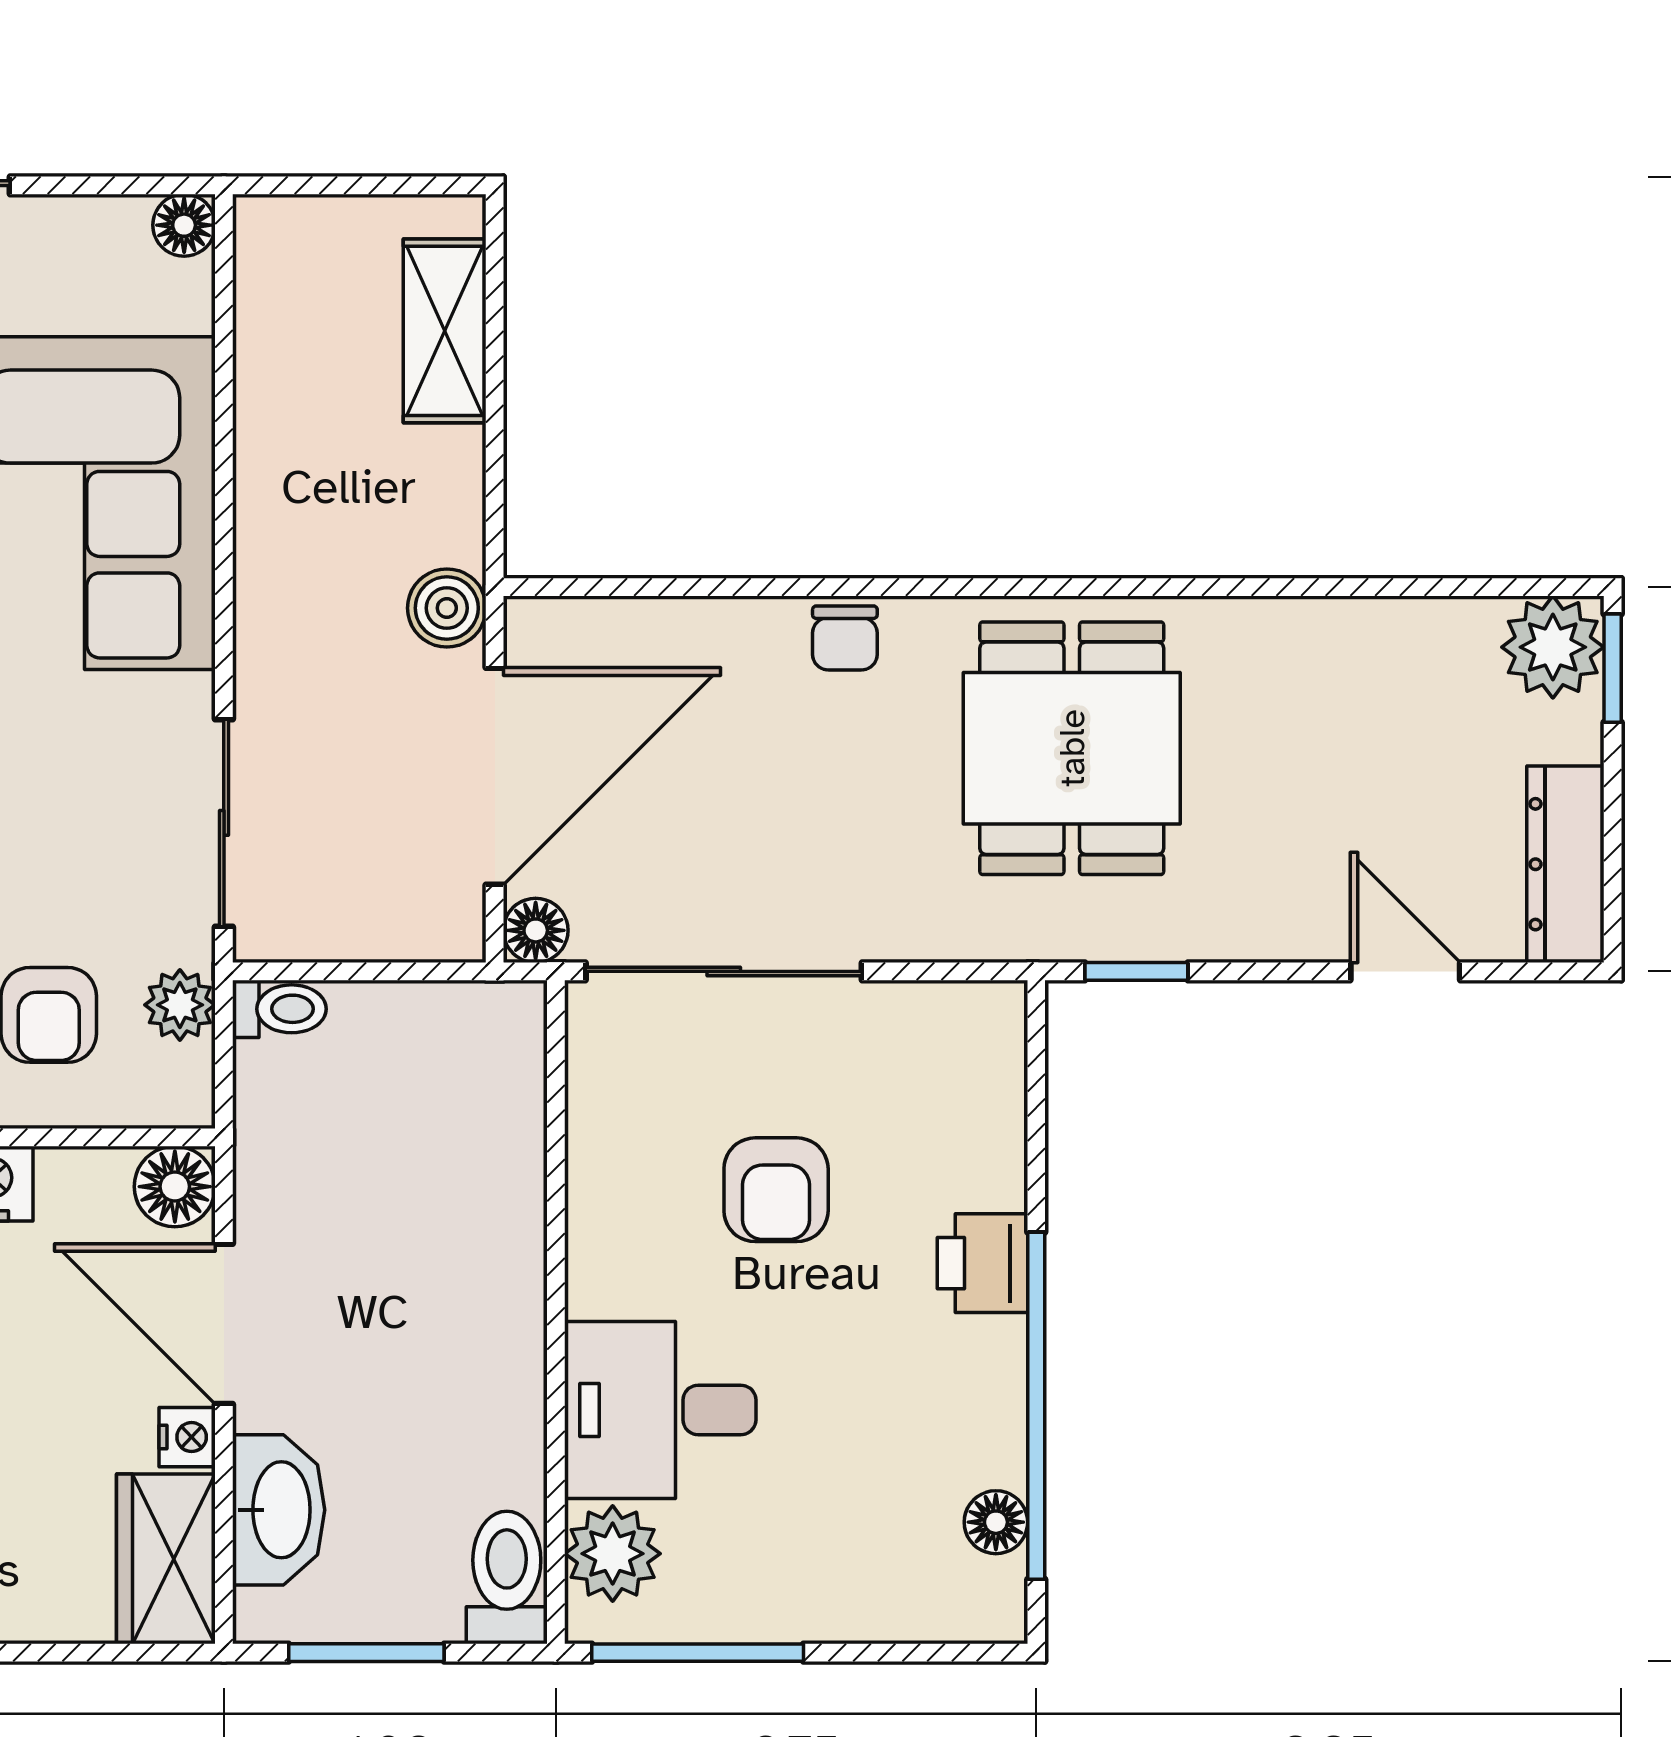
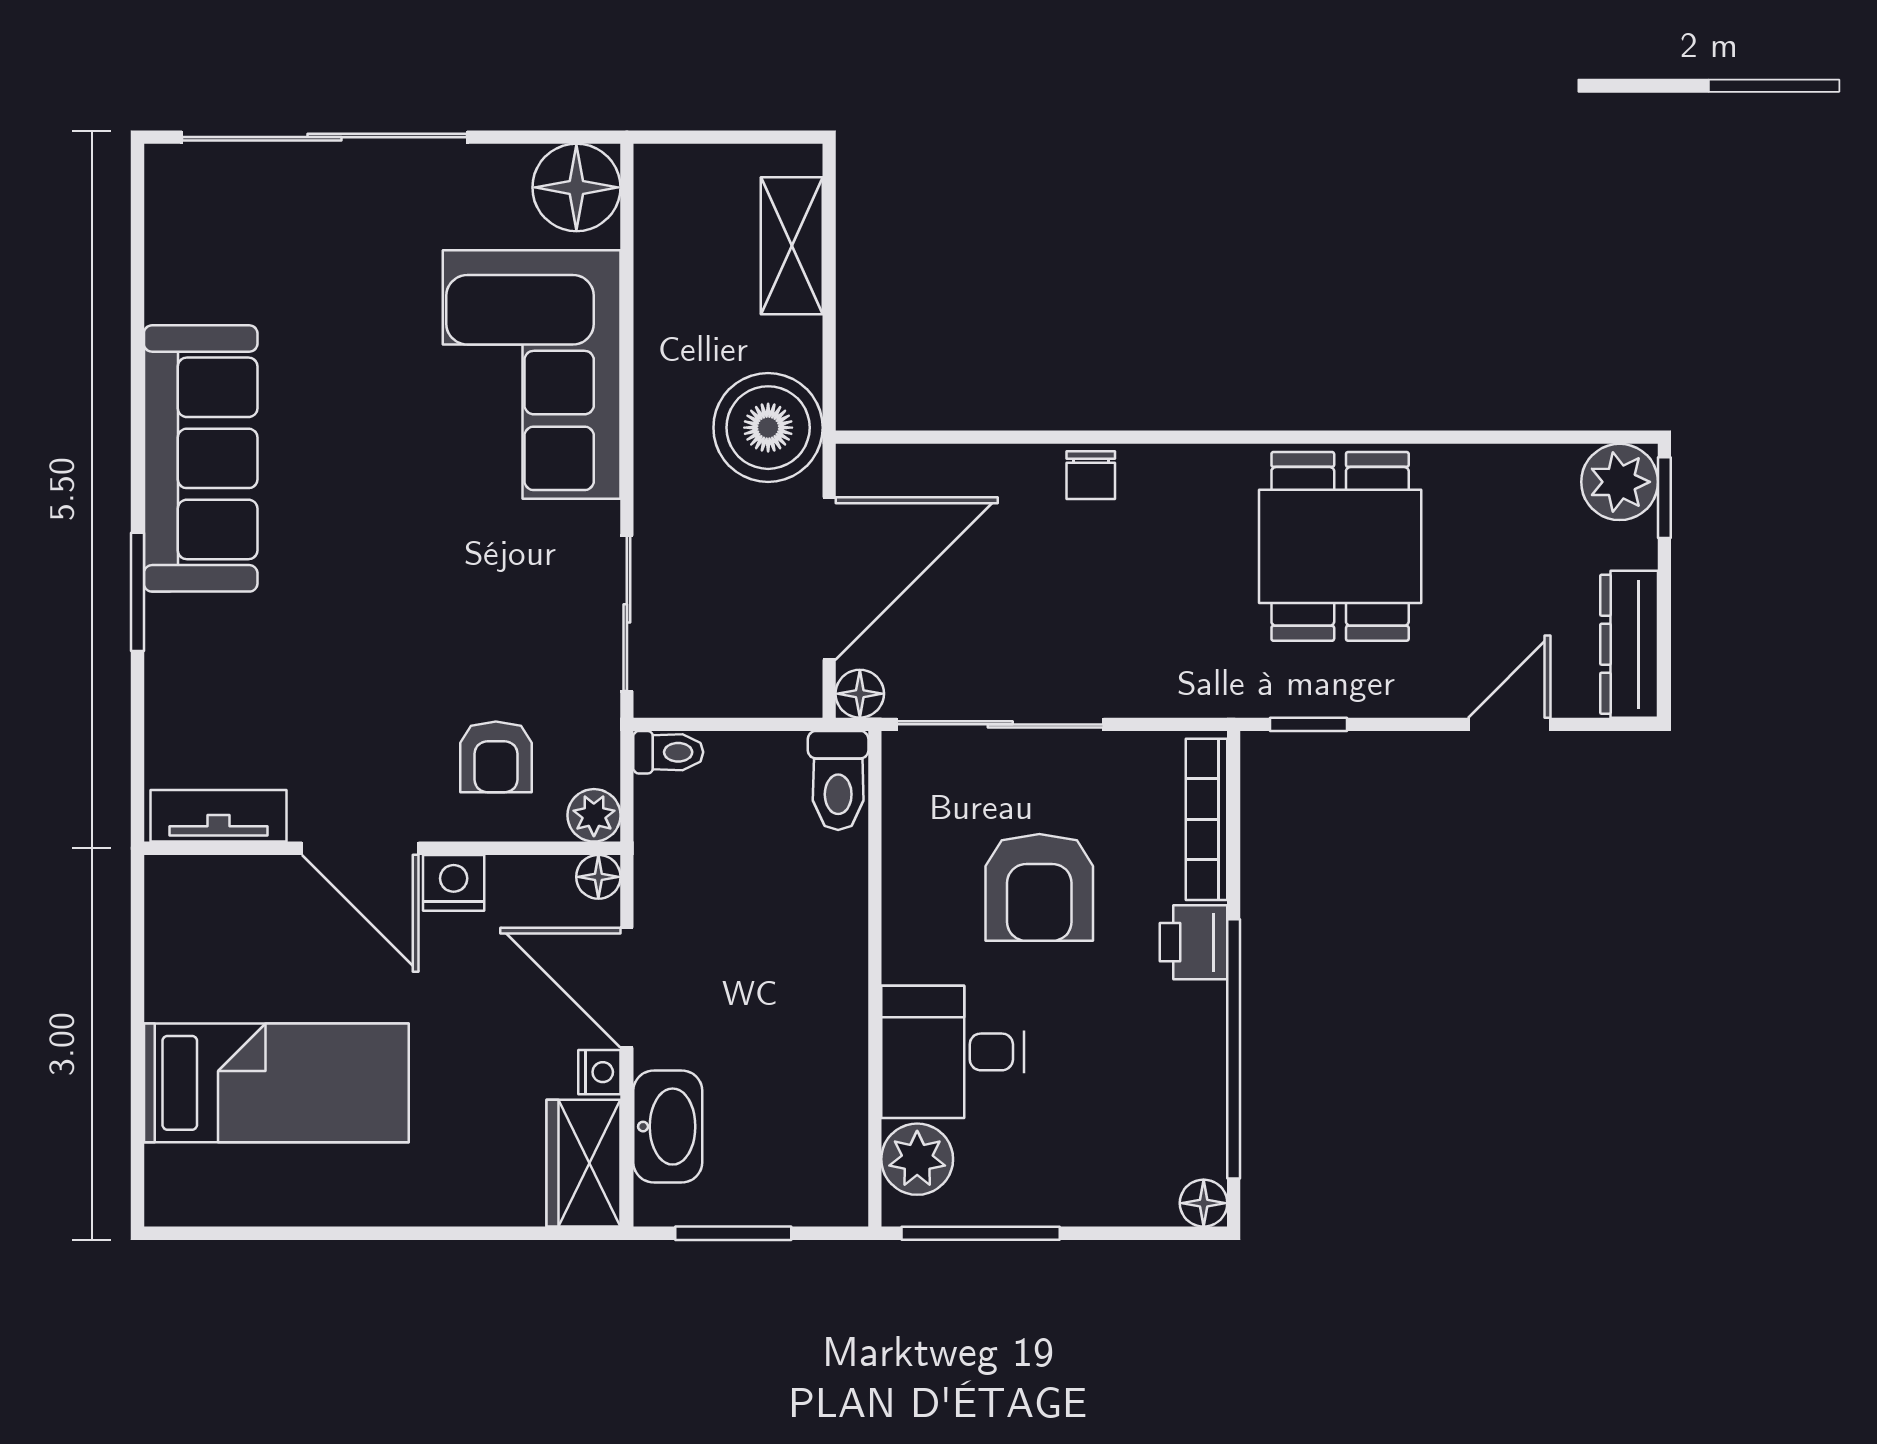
floor lamp: (184, 225) -> (576, 187), width x1.89, depth x1.89
boiler: (447, 608) -> (768, 428), width x1.86, depth x1.86
dining table: (1072, 748) -> (1340, 546), moved
door: (1405, 971) -> (1509, 724), hinge flipped
plant: (180, 1005) -> (594, 815), moved
bookcase: (1000, 1099) -> (1207, 819), added
floor lamp: (175, 1187) -> (598, 877), width x0.73, depth x0.73
armchair: (776, 1190) -> (1039, 887), width x1.38, depth x1.38
floor lamp: (996, 1522) -> (1204, 1203), moved
toilet: (507, 1578) -> (838, 780), moved, turned 180

